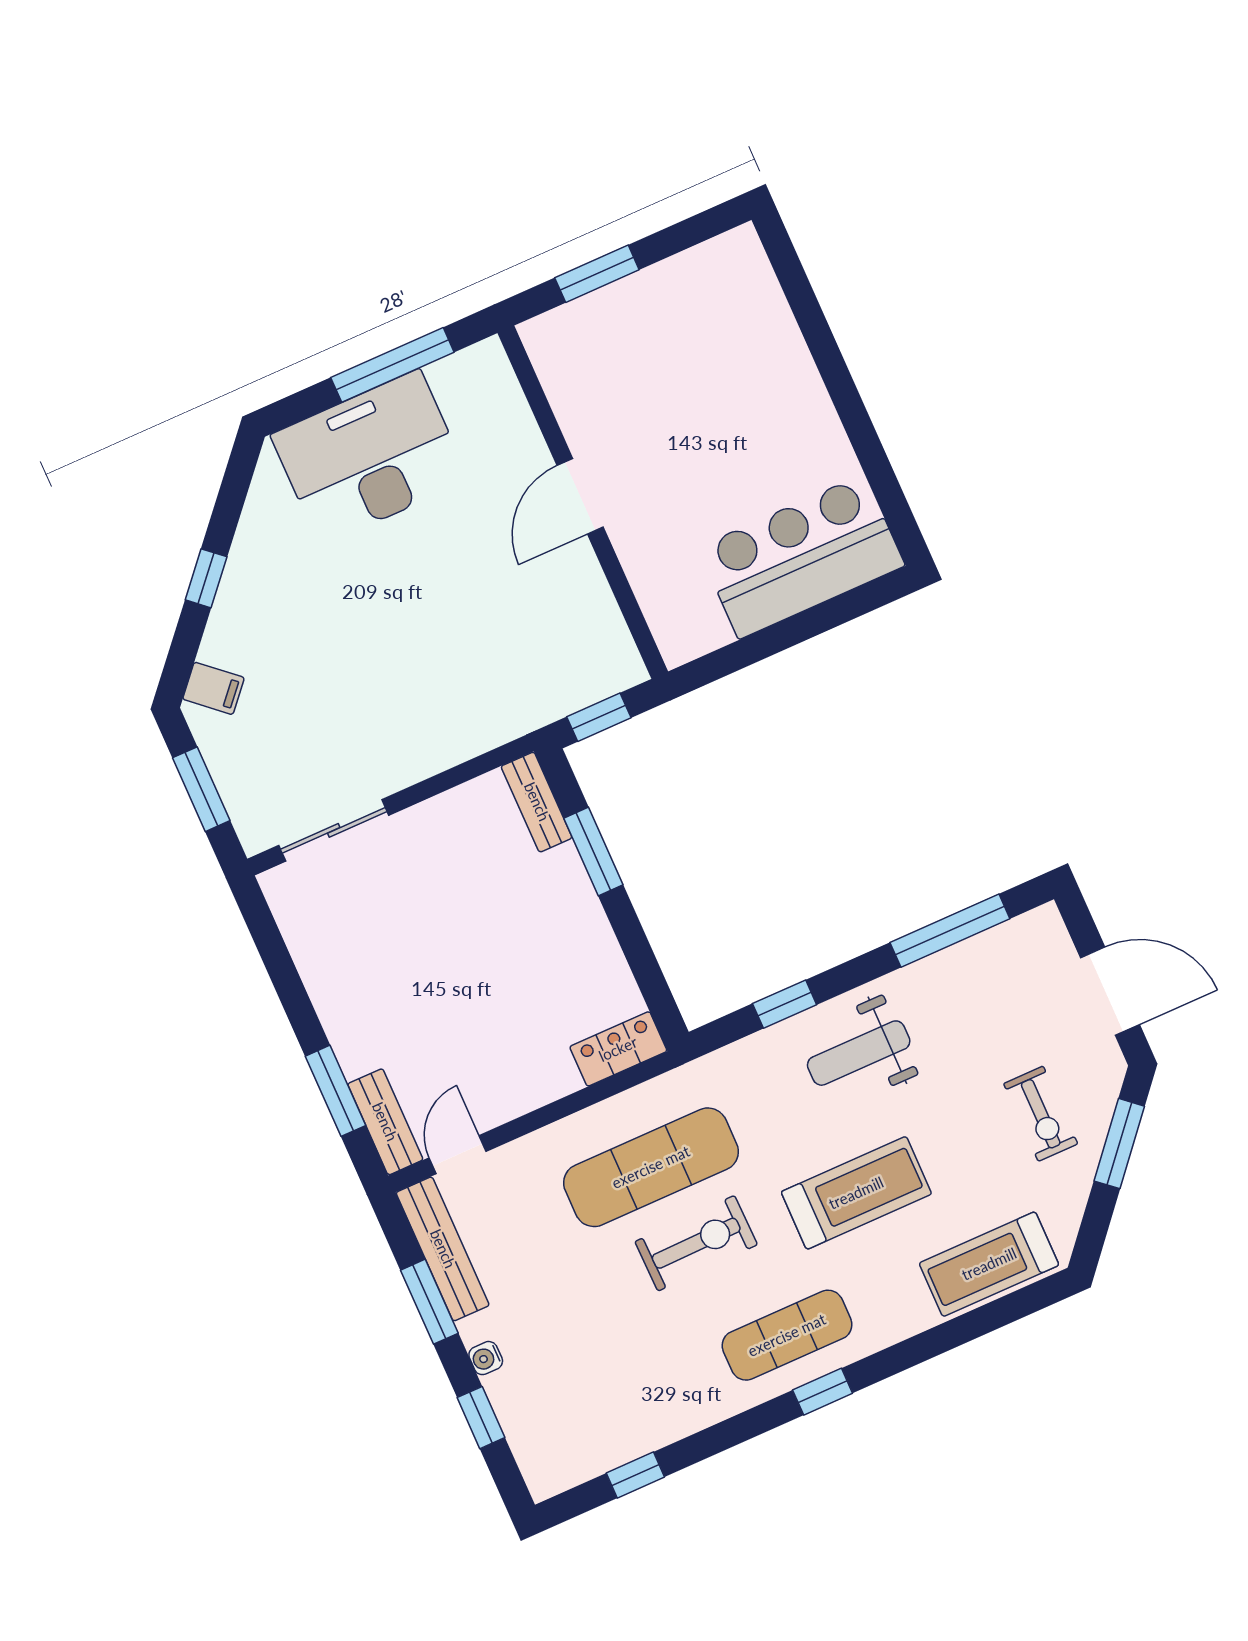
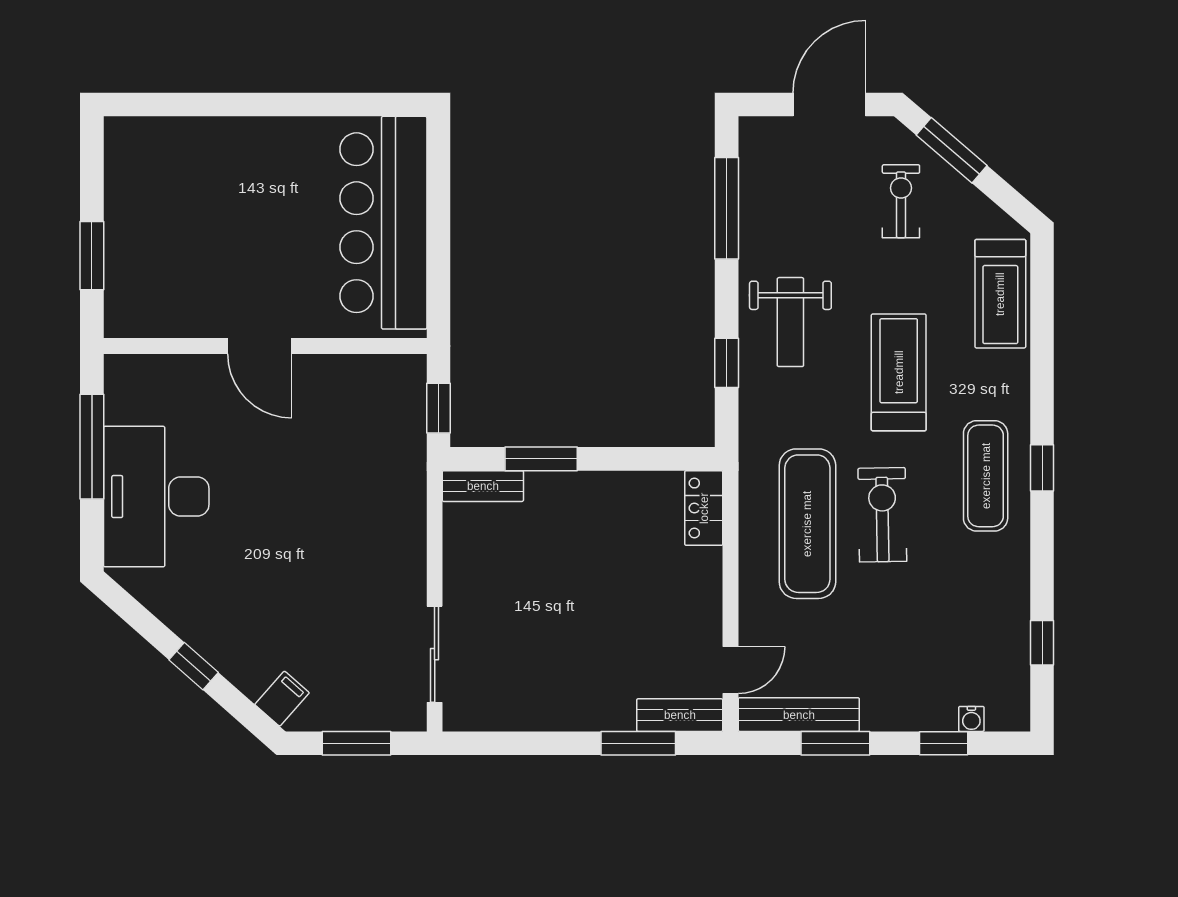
bar counter: (801, 557) -> (383, 223), width x1.36
exercise bike: (1041, 1114) -> (901, 201), turned -90
door: (458, 1155) -> (730, 670), swing flipped
water cooler: (486, 1358) -> (971, 719), moved

